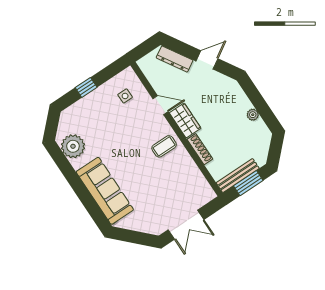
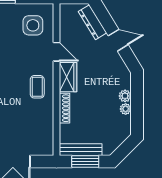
side table: (125, 96) -> (33, 25), width x1.87, depth x1.87
plant: (245, 104) -> (125, 96), added
coffee table: (164, 146) -> (37, 87), turned 90

